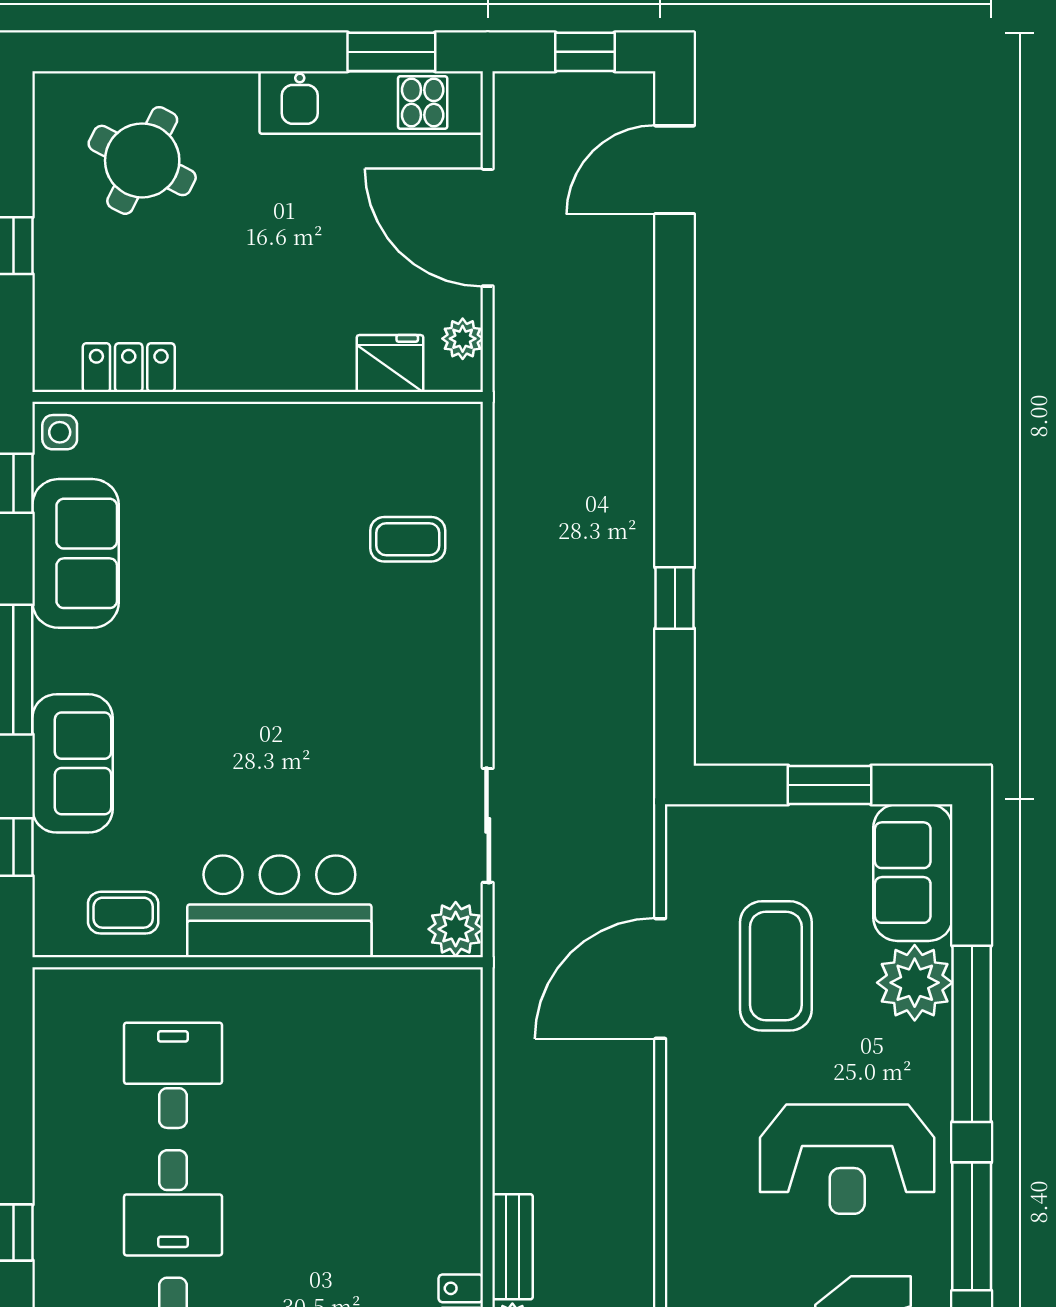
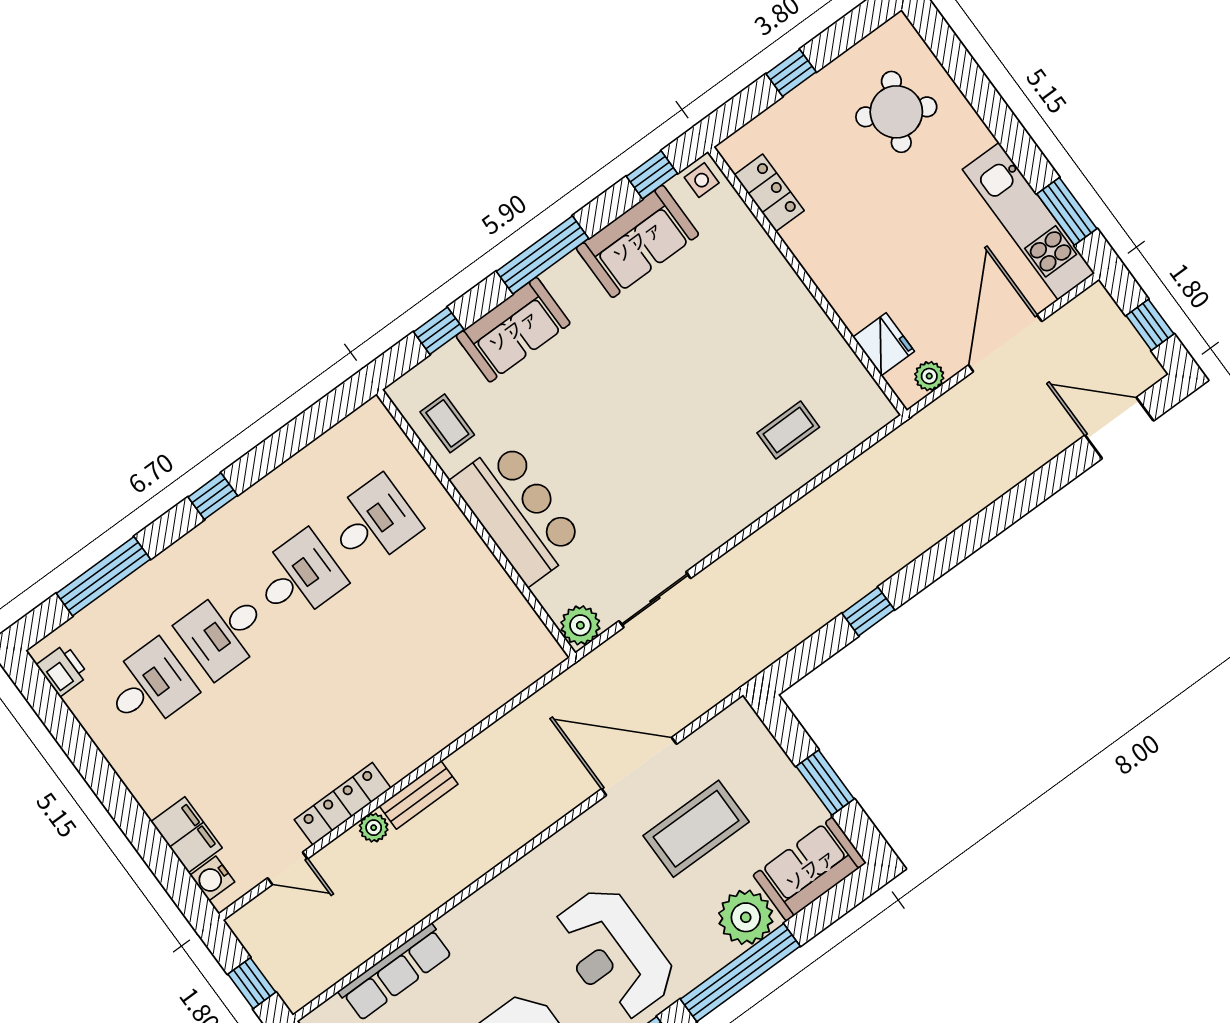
coffee table: (408, 539) -> (788, 430), turned 90
desk: (173, 1203) -> (299, 577), turned 180

